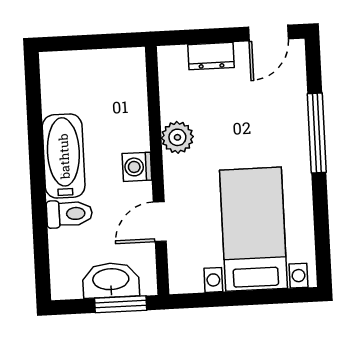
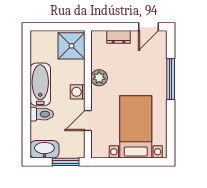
shower: (121, 78) -> (72, 46), added
washbasin: (111, 280) -> (44, 149), moved

